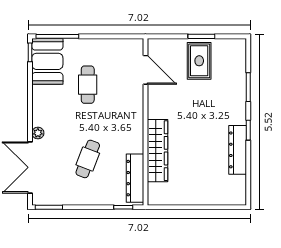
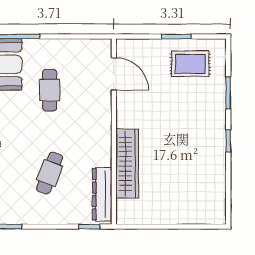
rug: (199, 61) -> (190, 64), moved, turned 90
dresser: (238, 150) -> (216, 163), removed

